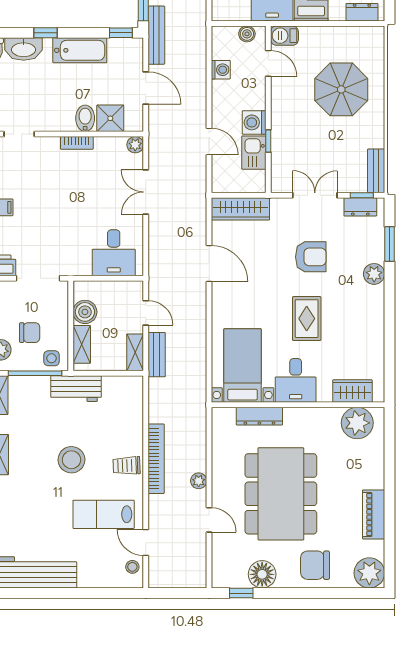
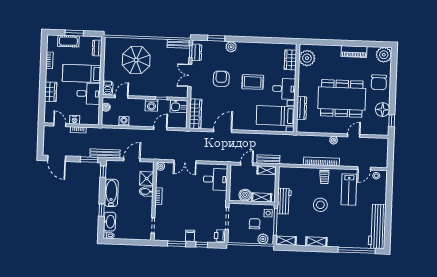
kitchen sink: (254, 153) -> (179, 106), moved

